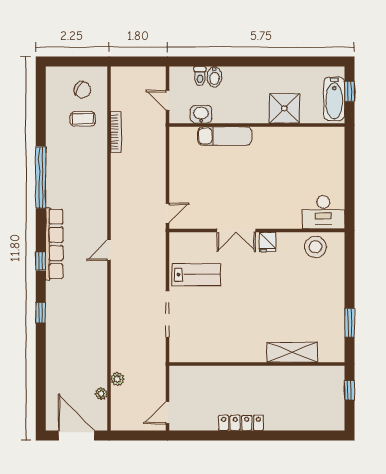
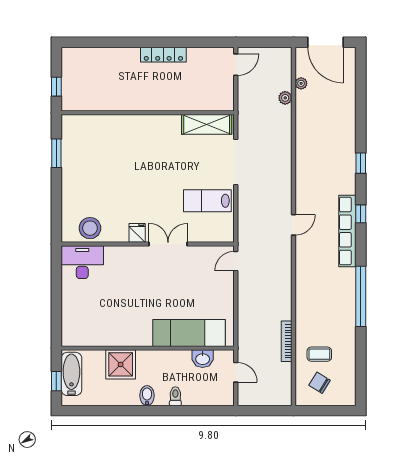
toilet: (200, 76) -> (175, 396), moved
bidet: (214, 77) -> (147, 396), moved
exam couch: (225, 136) -> (189, 333), width x1.36, depth x1.45
shelving: (292, 352) -> (207, 124), moved

